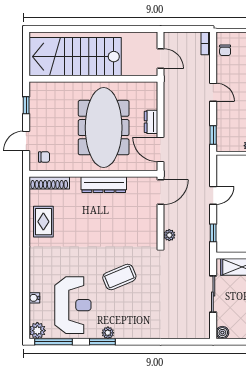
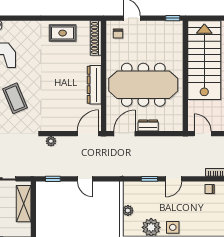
door: (161, 58) -> (203, 134), swing flipped
window: (26, 105) -> (173, 18), moved
window: (213, 135) -> (149, 179), moved
door: (161, 192) -> (88, 134), swing flipped

